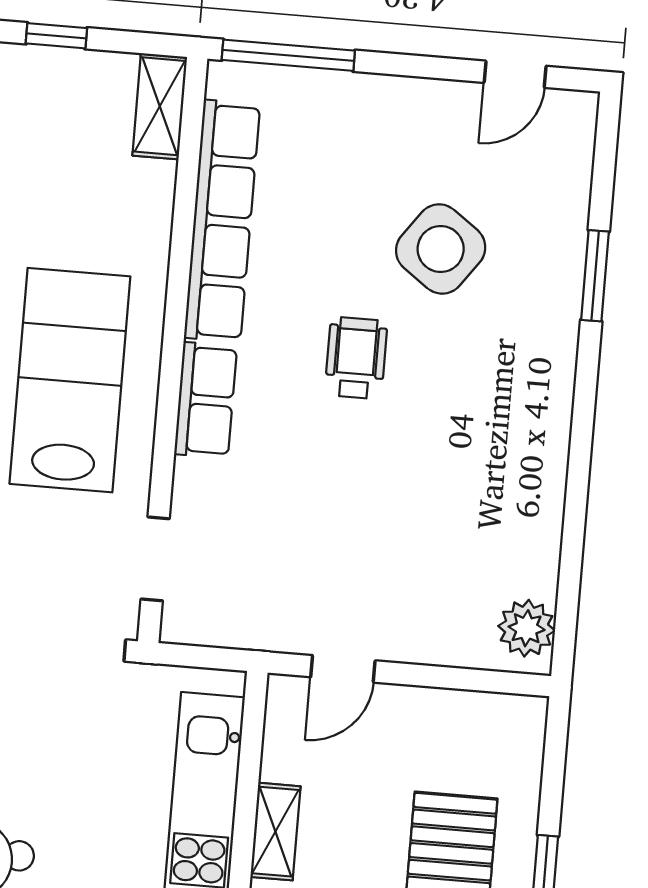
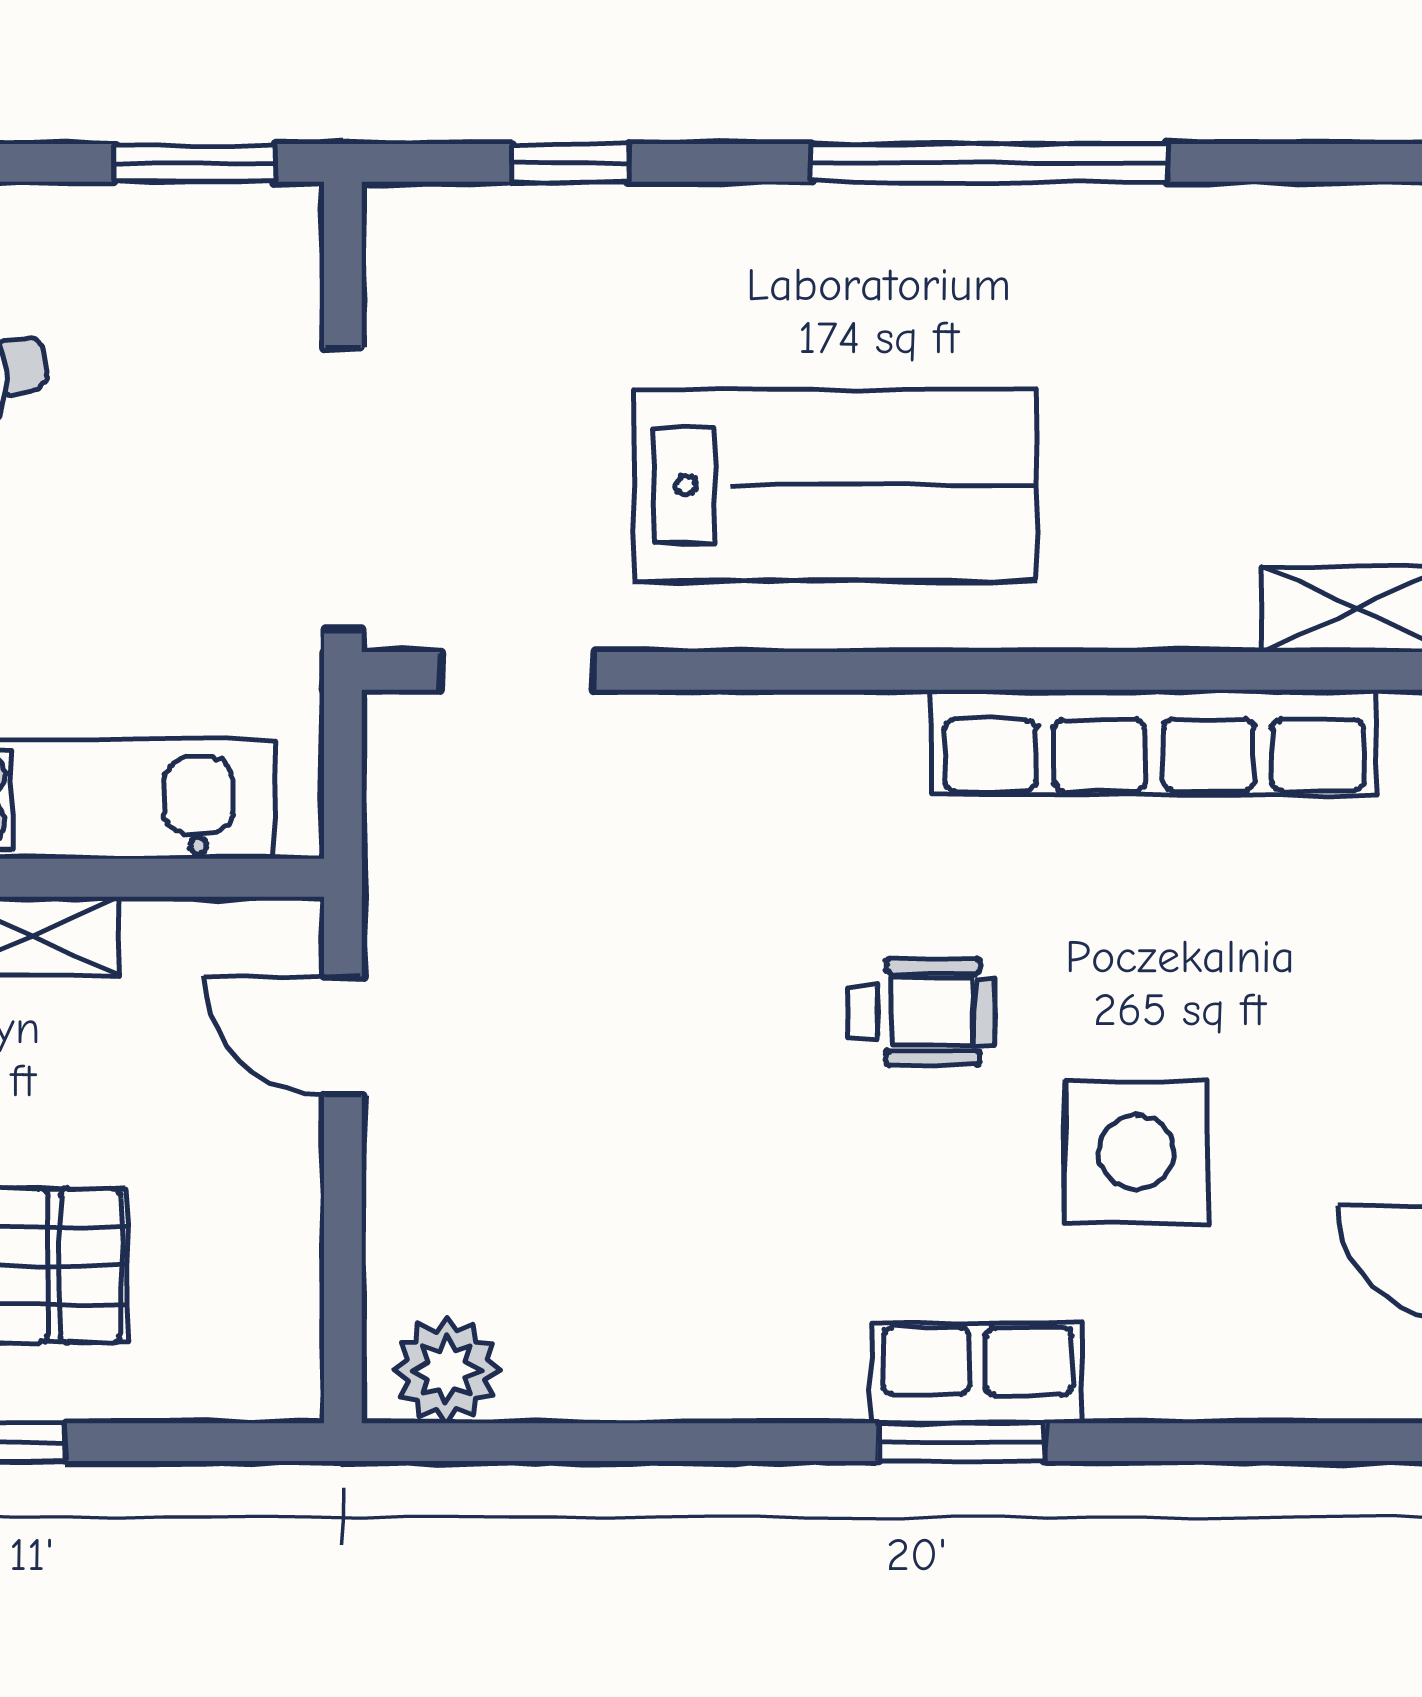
side table: (441, 249) -> (1136, 1152), turned -36
window: (595, 276) -> (962, 1442), moved
row of seats: (206, 400) -> (977, 1373), moved, turned 180

